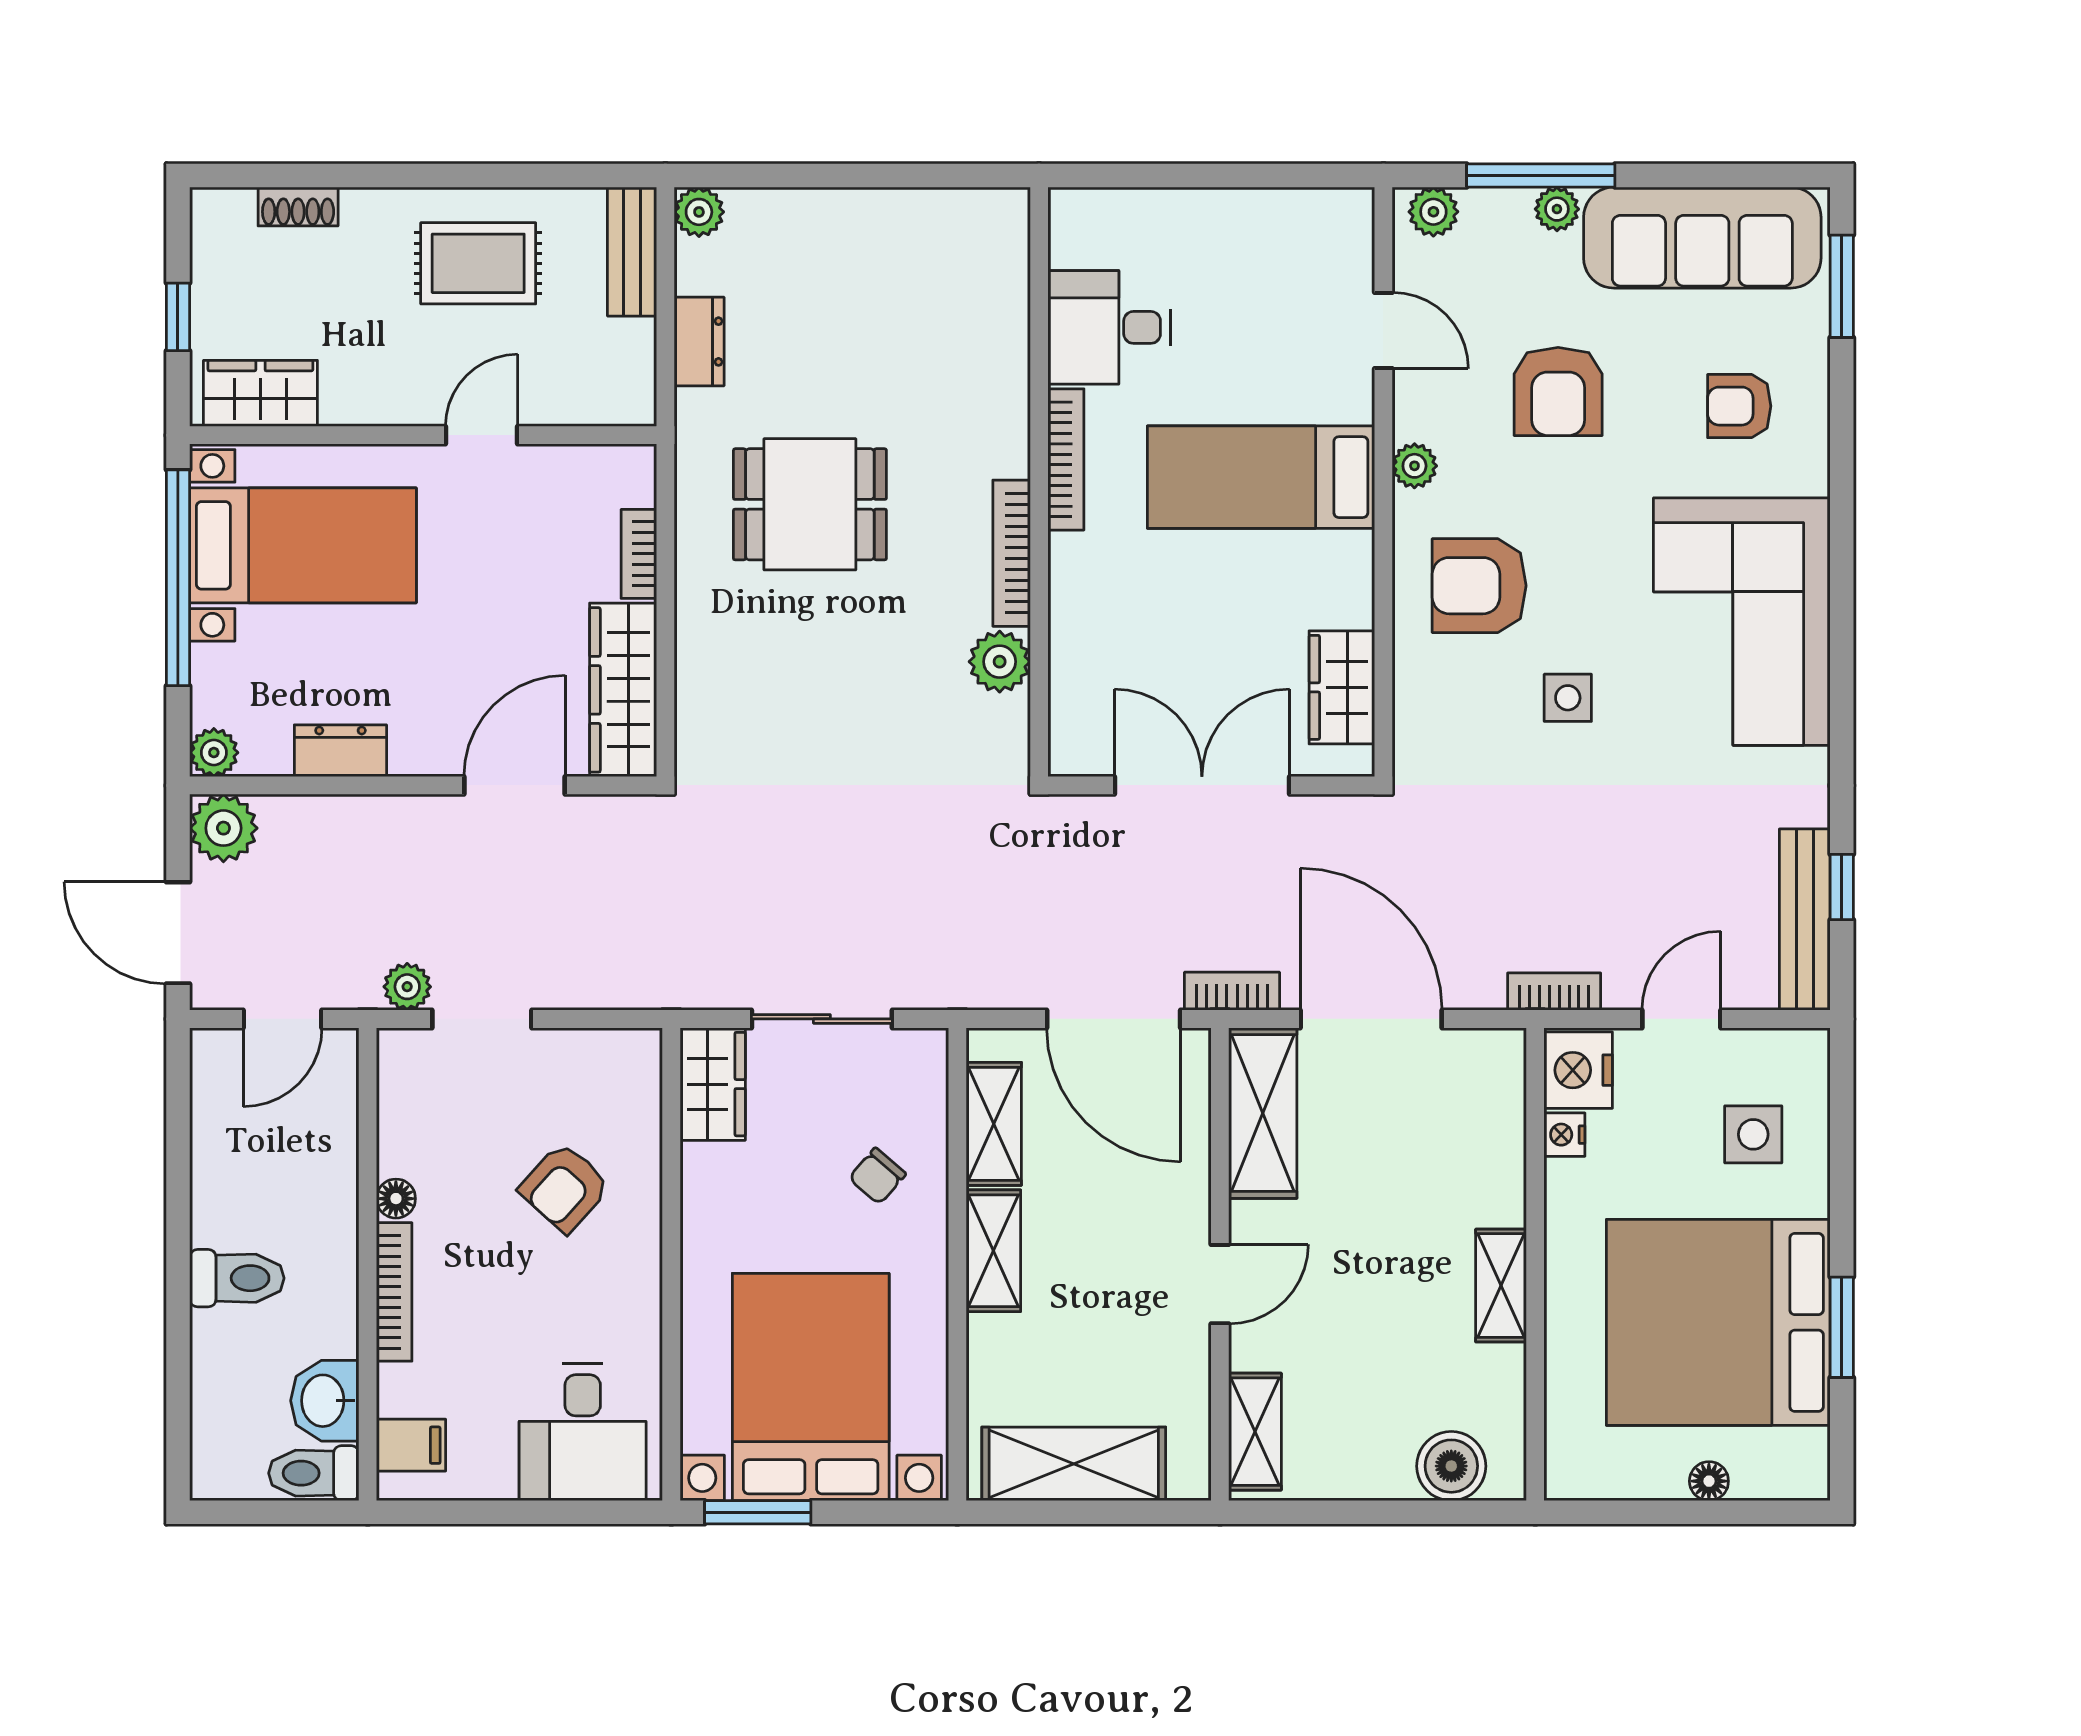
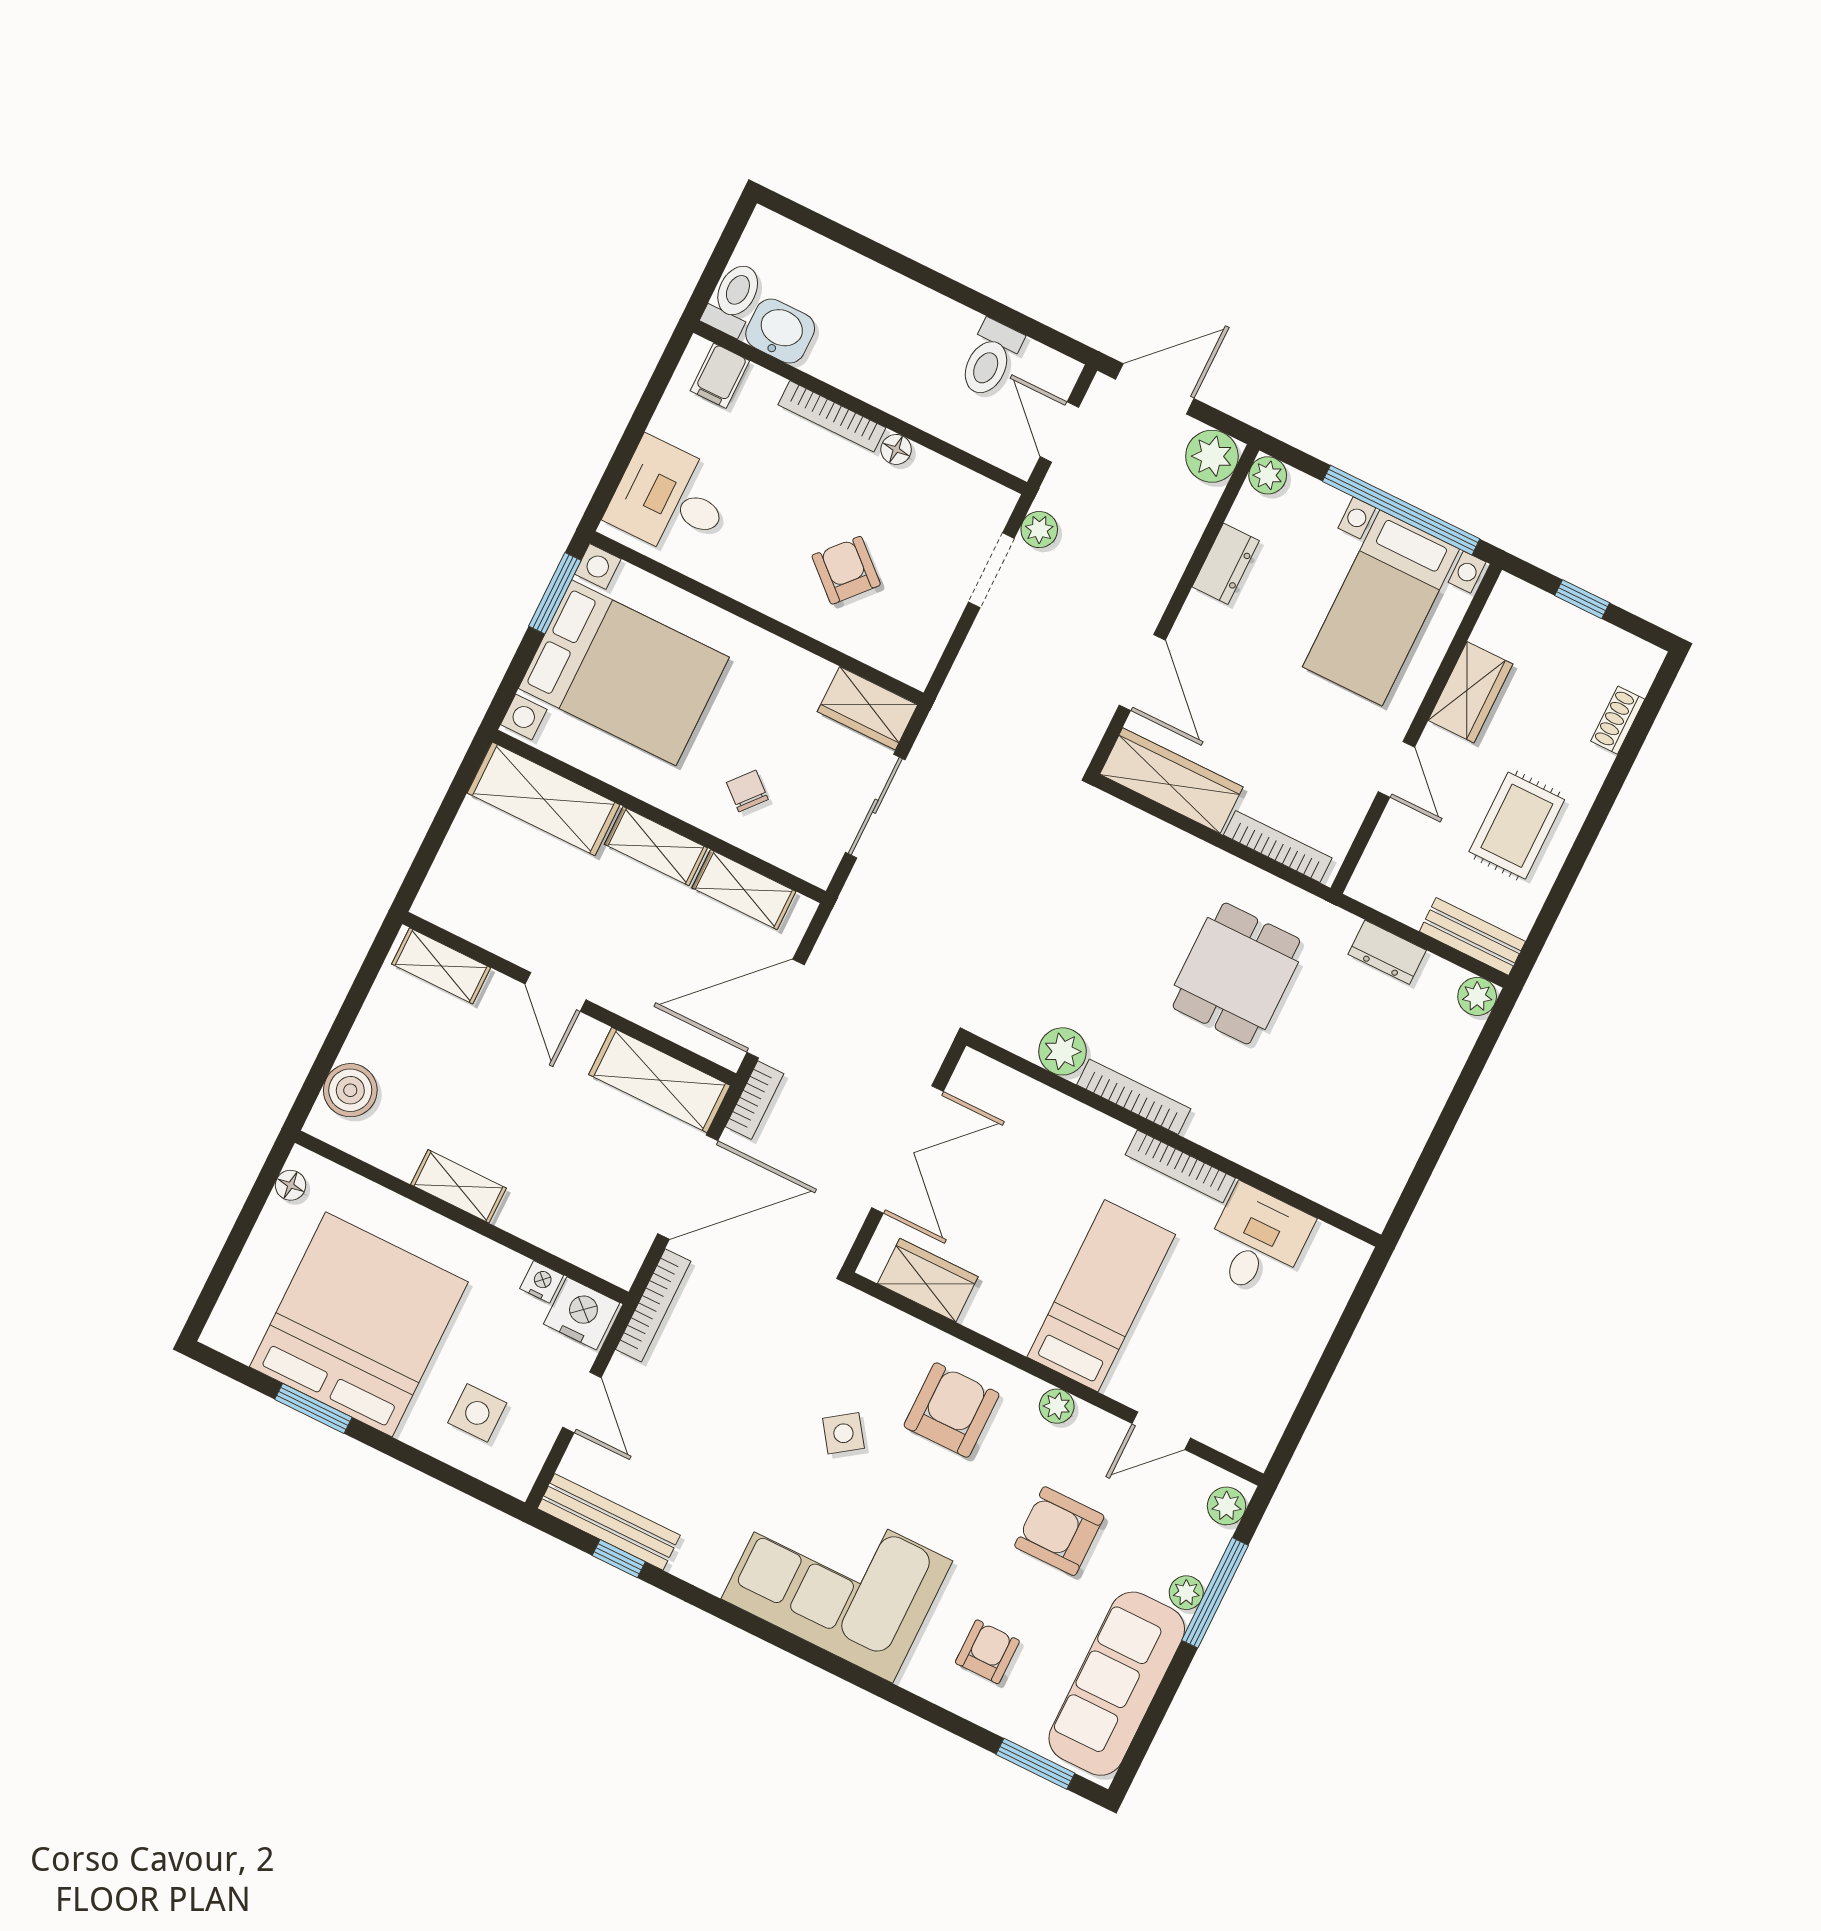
wardrobe: (260, 393) -> (1470, 692), moved
bookcase: (639, 554) -> (1278, 847), width x1.56
side table: (1568, 698) -> (843, 1433), turned -35
bookcase: (1554, 992) -> (653, 1305), width x1.56
toilet: (237, 1278) -> (990, 359), moved
shelving: (1074, 1464) -> (544, 799), moved, turned 90
floor lamp: (1709, 1481) -> (291, 1185), moved

